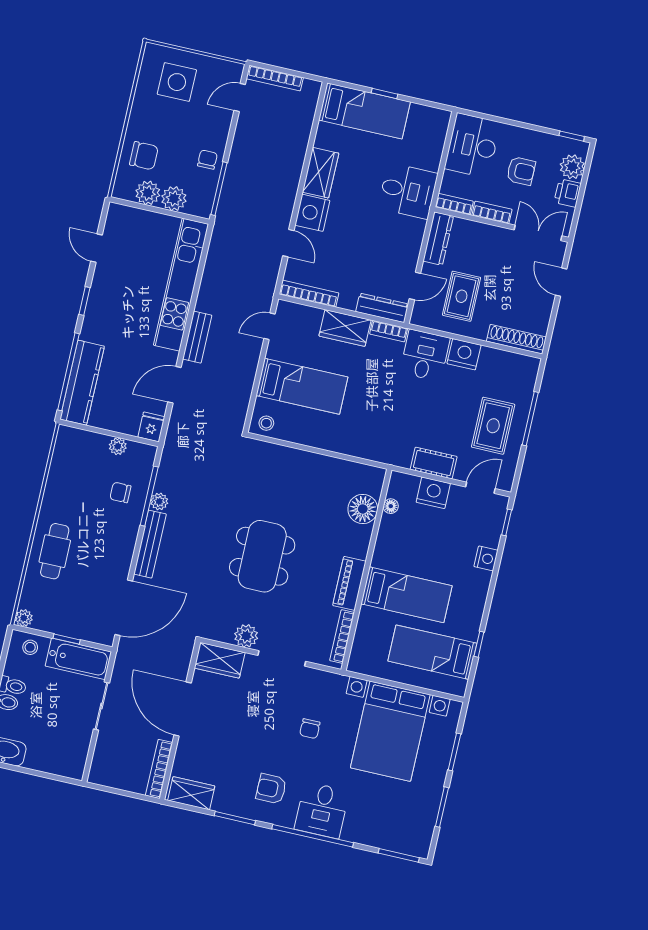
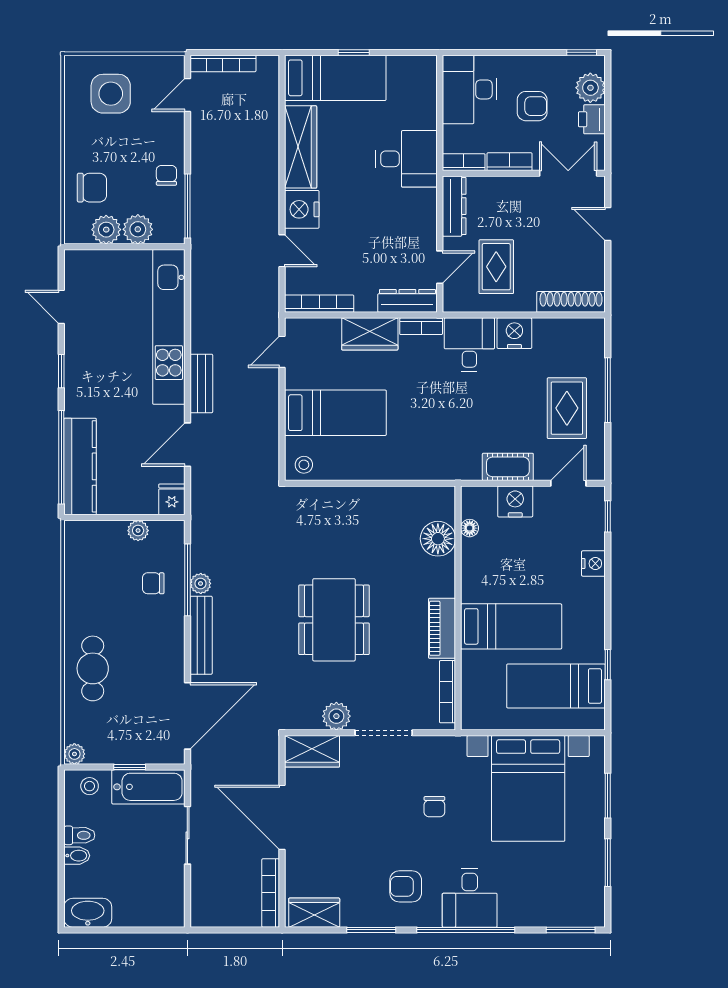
wardrobe: (320, 173) -> (301, 147), width x1.50

